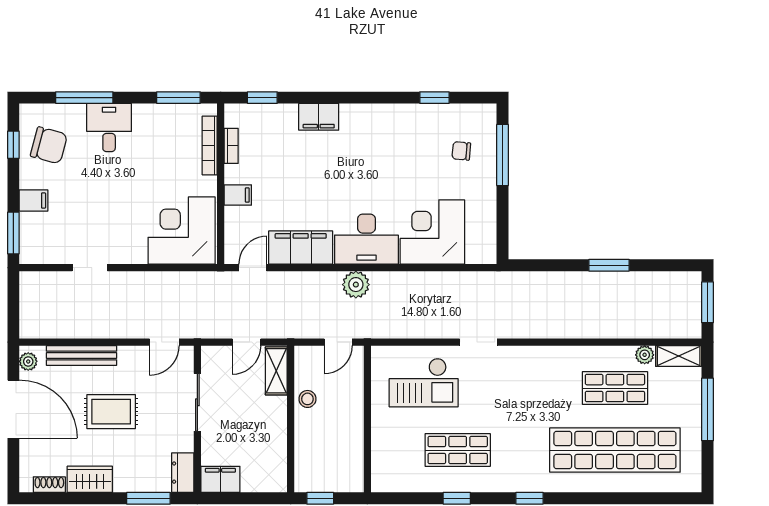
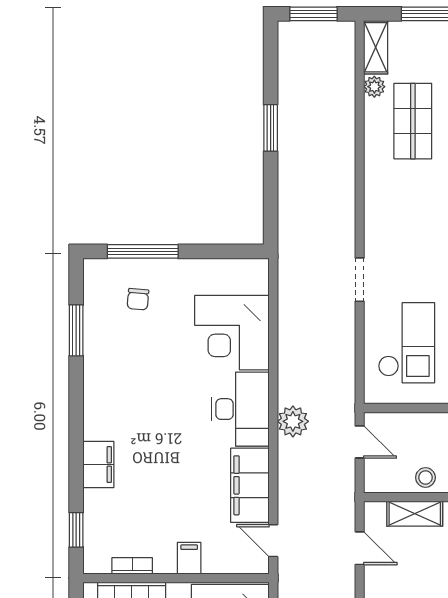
window: (434, 98) -> (76, 330), width x1.50
shelving: (276, 371) -> (415, 514), moved

